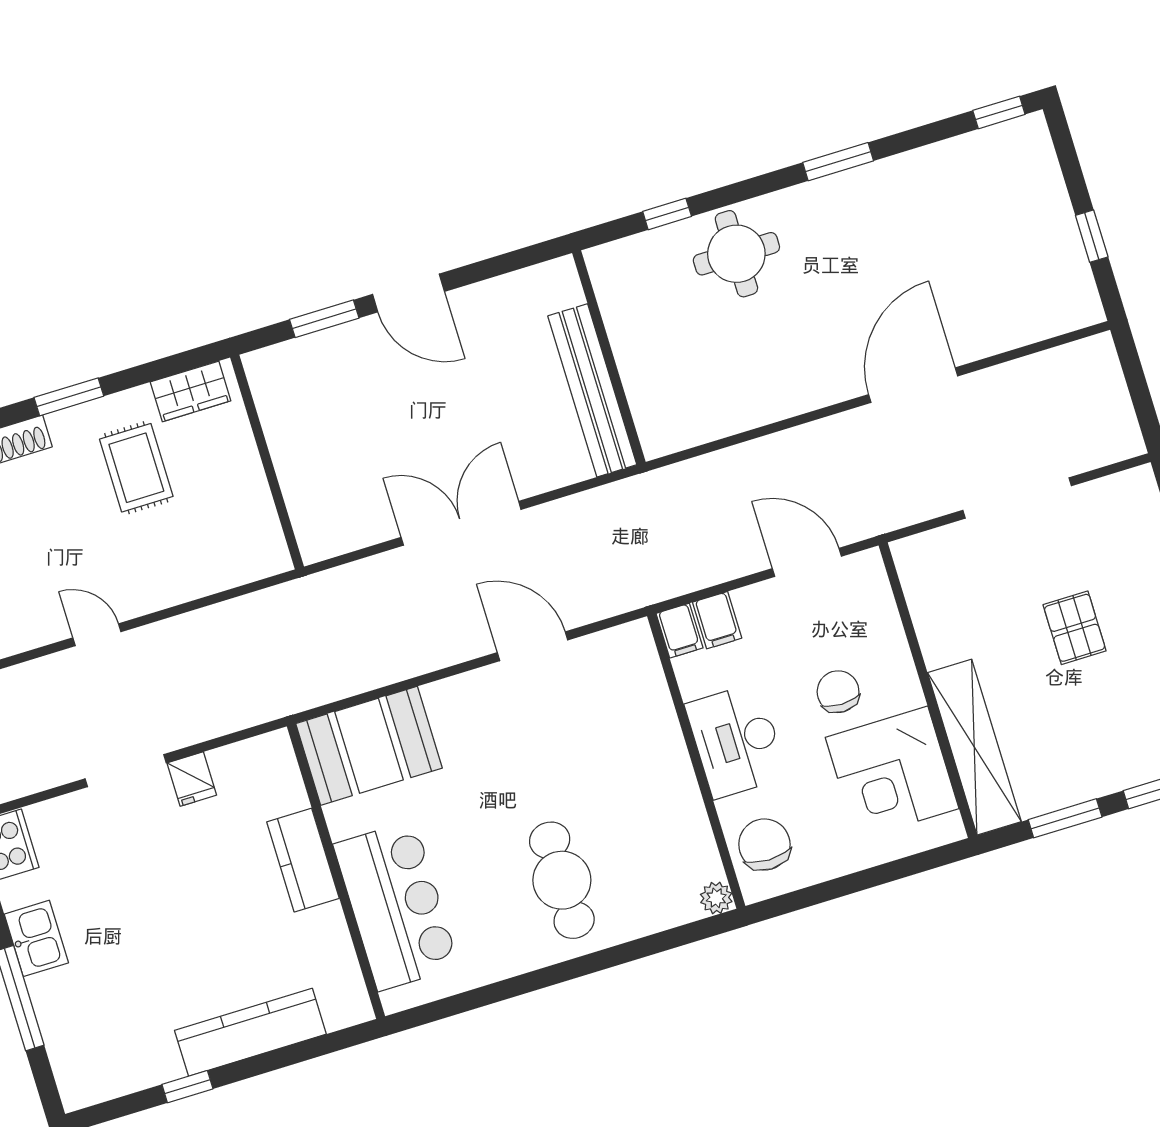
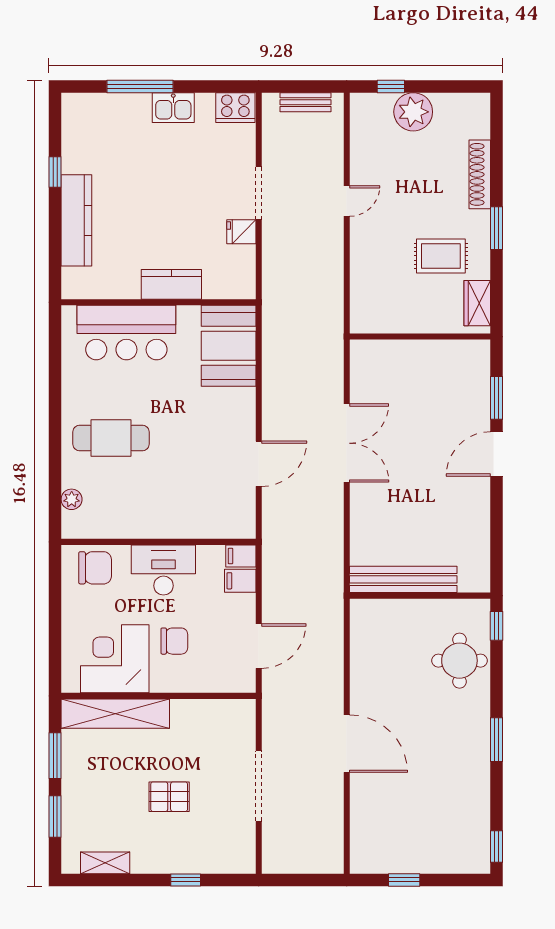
wall: (609, 358) -> (420, 596), moved
bench: (592, 390) -> (403, 579), moved
plant: (716, 898) -> (72, 499), moved

